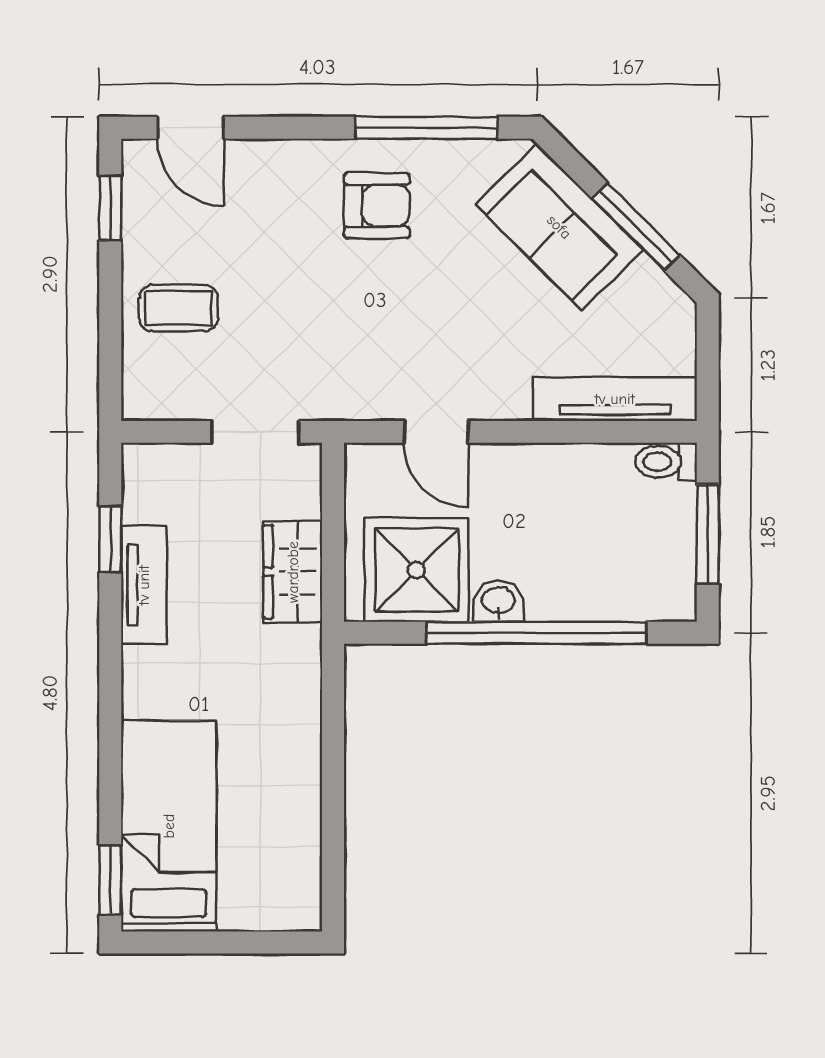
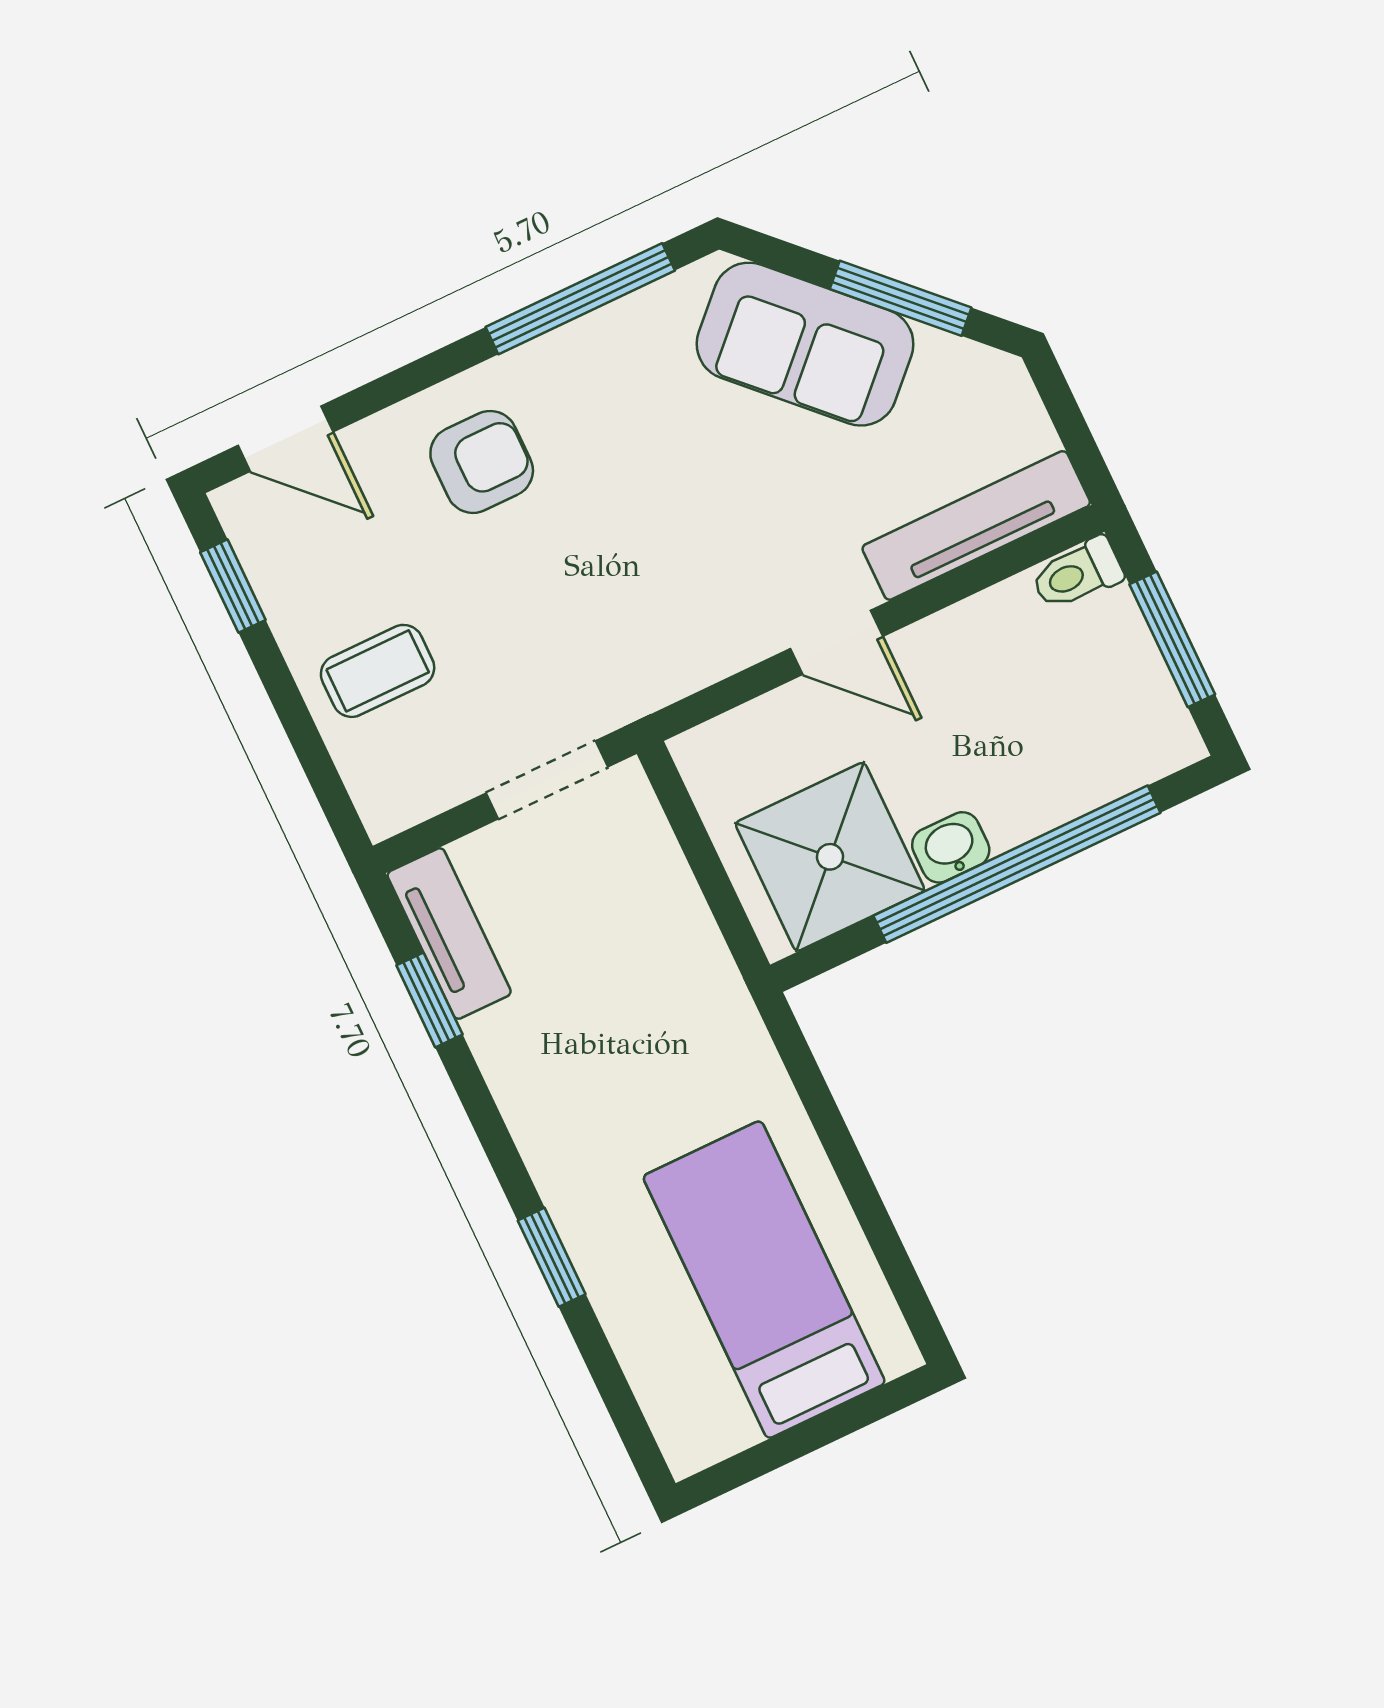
armchair: (377, 206) -> (482, 462), moved
door: (436, 432) -> (836, 642), moved
wardrobe: (293, 572) -> (676, 932), removed
tv unit: (144, 585) -> (449, 933), moved
bed: (169, 826) -> (764, 1280), moved
window: (110, 880) -> (552, 1257), moved

